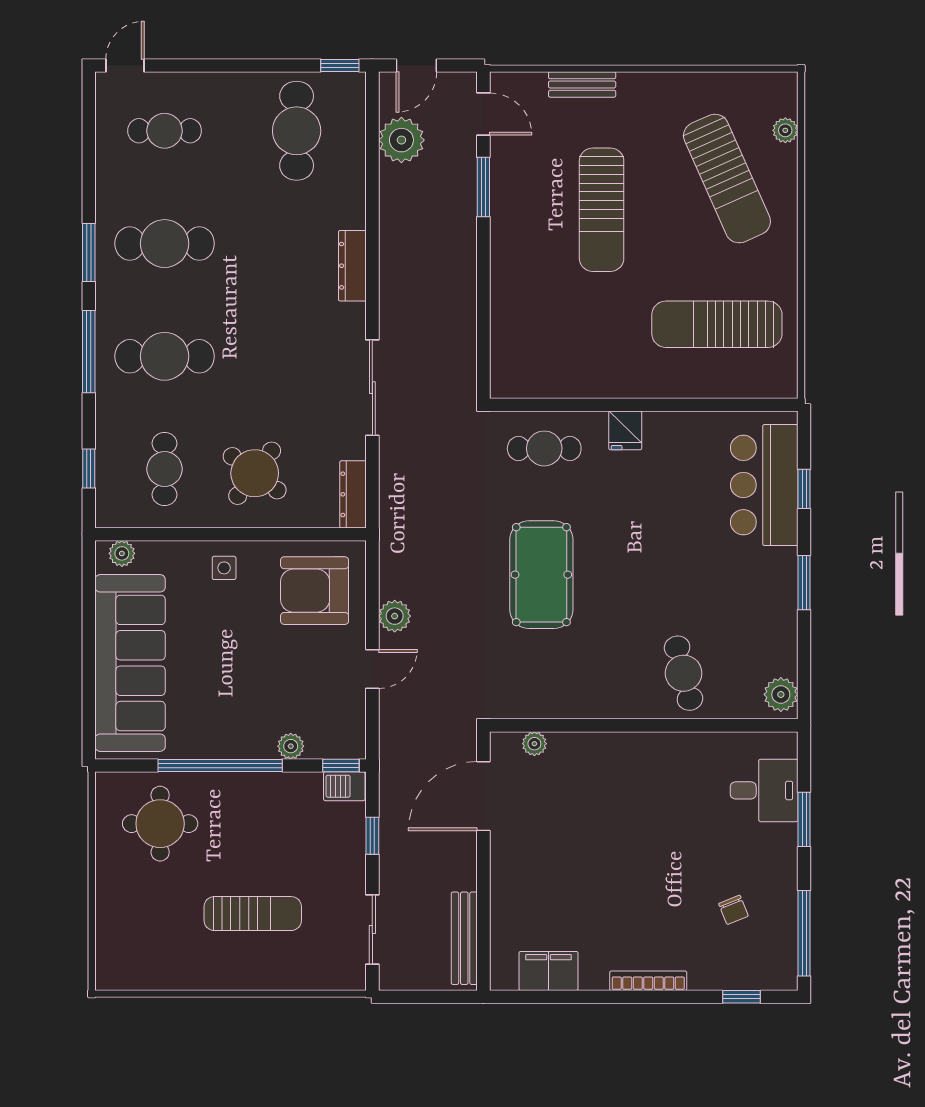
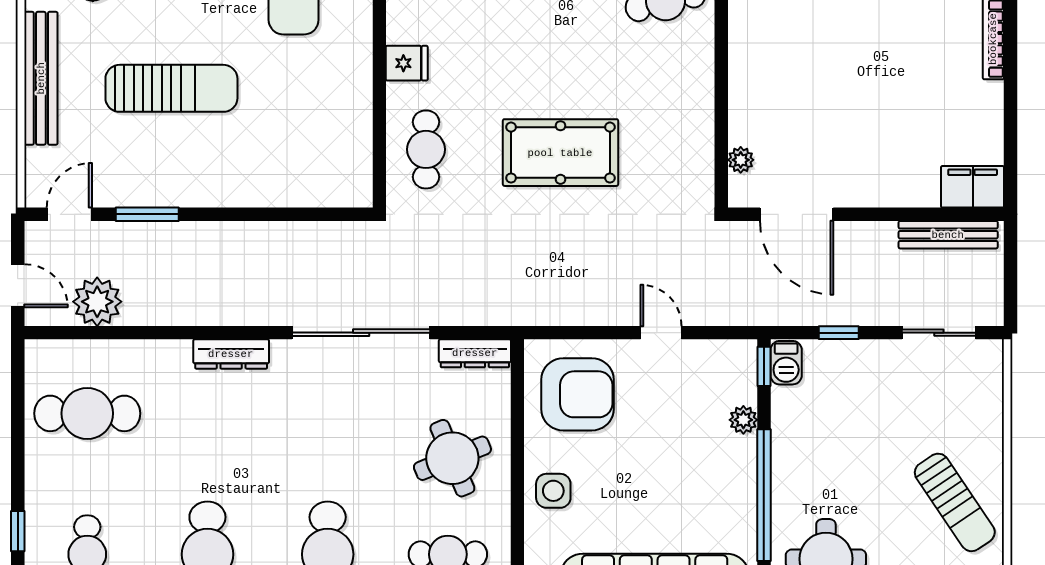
window: (340, 66) -> (18, 531), moved
bench: (582, 85) -> (41, 78), width x1.86, depth x1.21
sliding door: (372, 388) -> (361, 333), width x1.36
round table: (255, 473) -> (452, 458), turned 31
side table: (224, 568) -> (553, 491), width x1.37, depth x1.37
armchair: (315, 591) -> (578, 394), turned -90
plant: (395, 616) -> (605, 309), removed
sun lounger: (253, 914) -> (955, 502), moved, turned 146
filing cabinet: (549, 971) -> (973, 187), moved, turned 90

